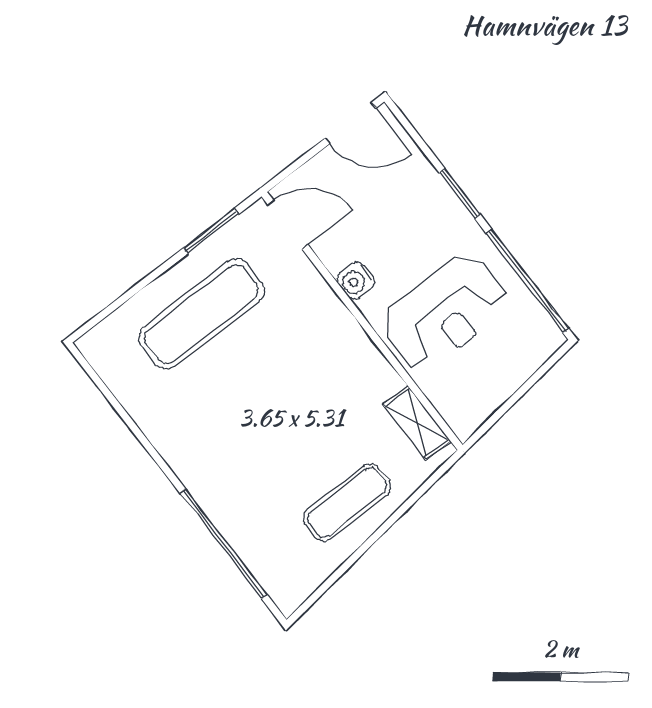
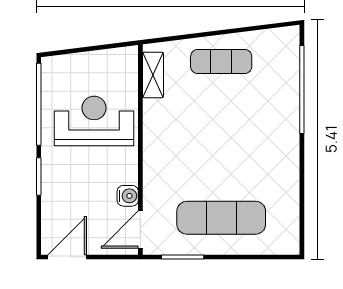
door: (351, 123) -> (67, 257), hinge flipped
door: (288, 225) -> (140, 230), hinge flipped
water cooler: (356, 281) -> (128, 196), moved

